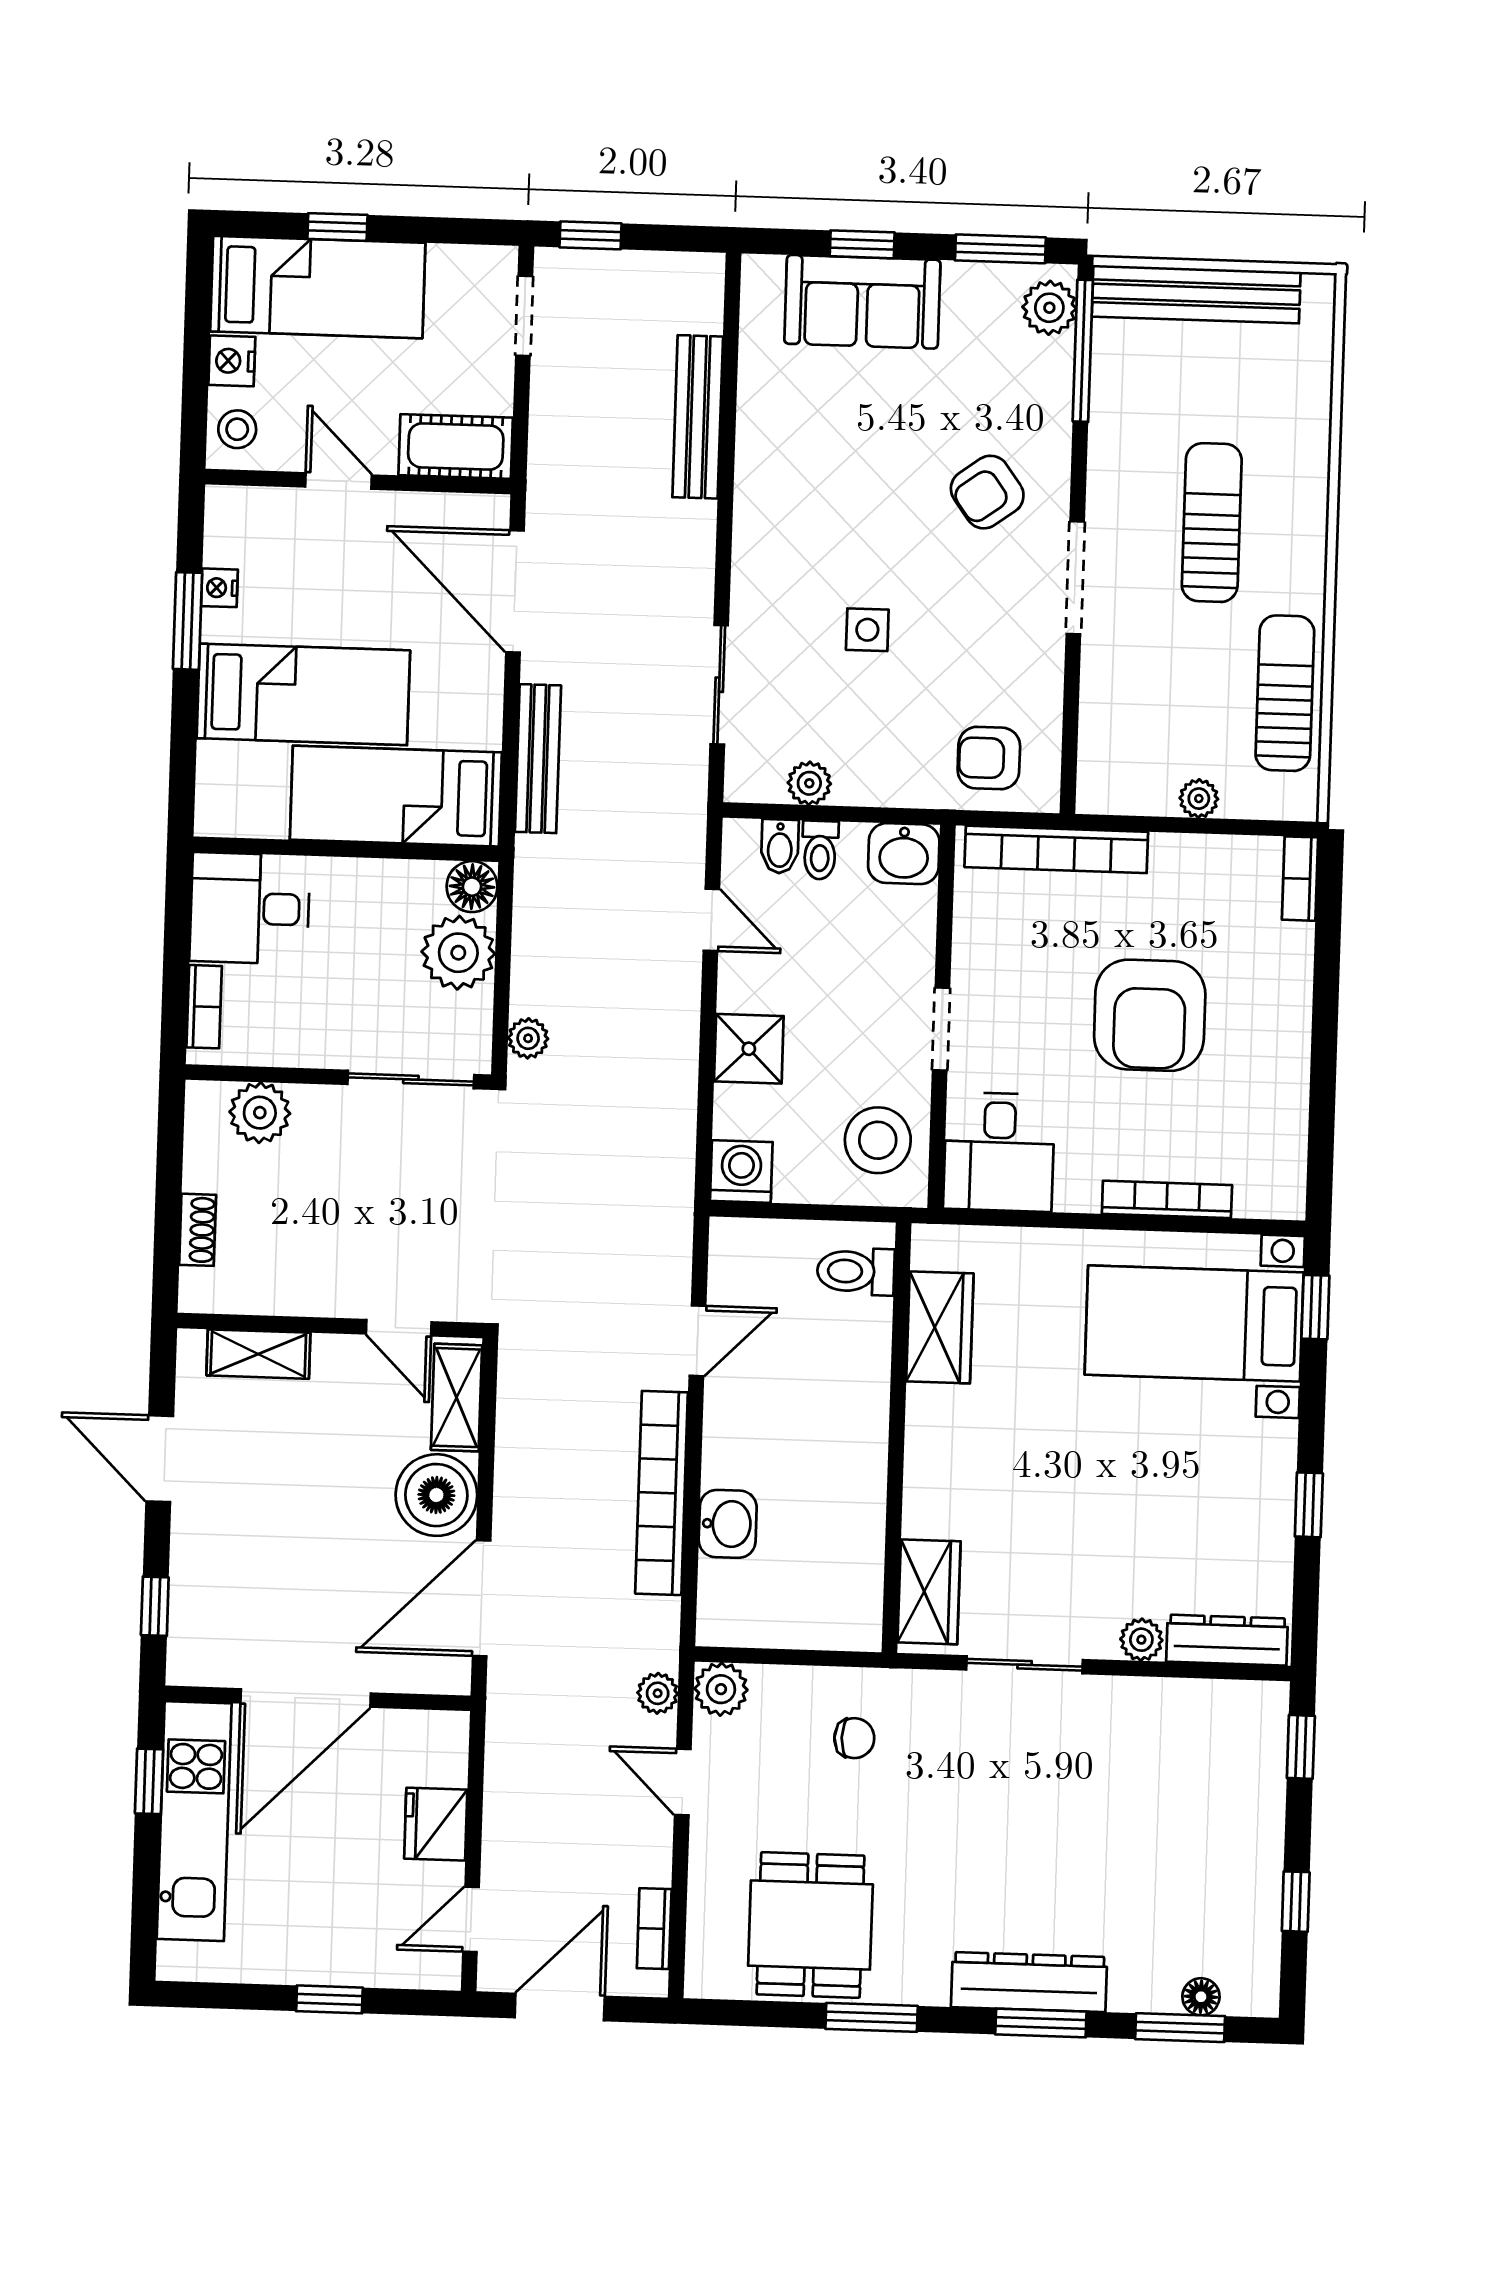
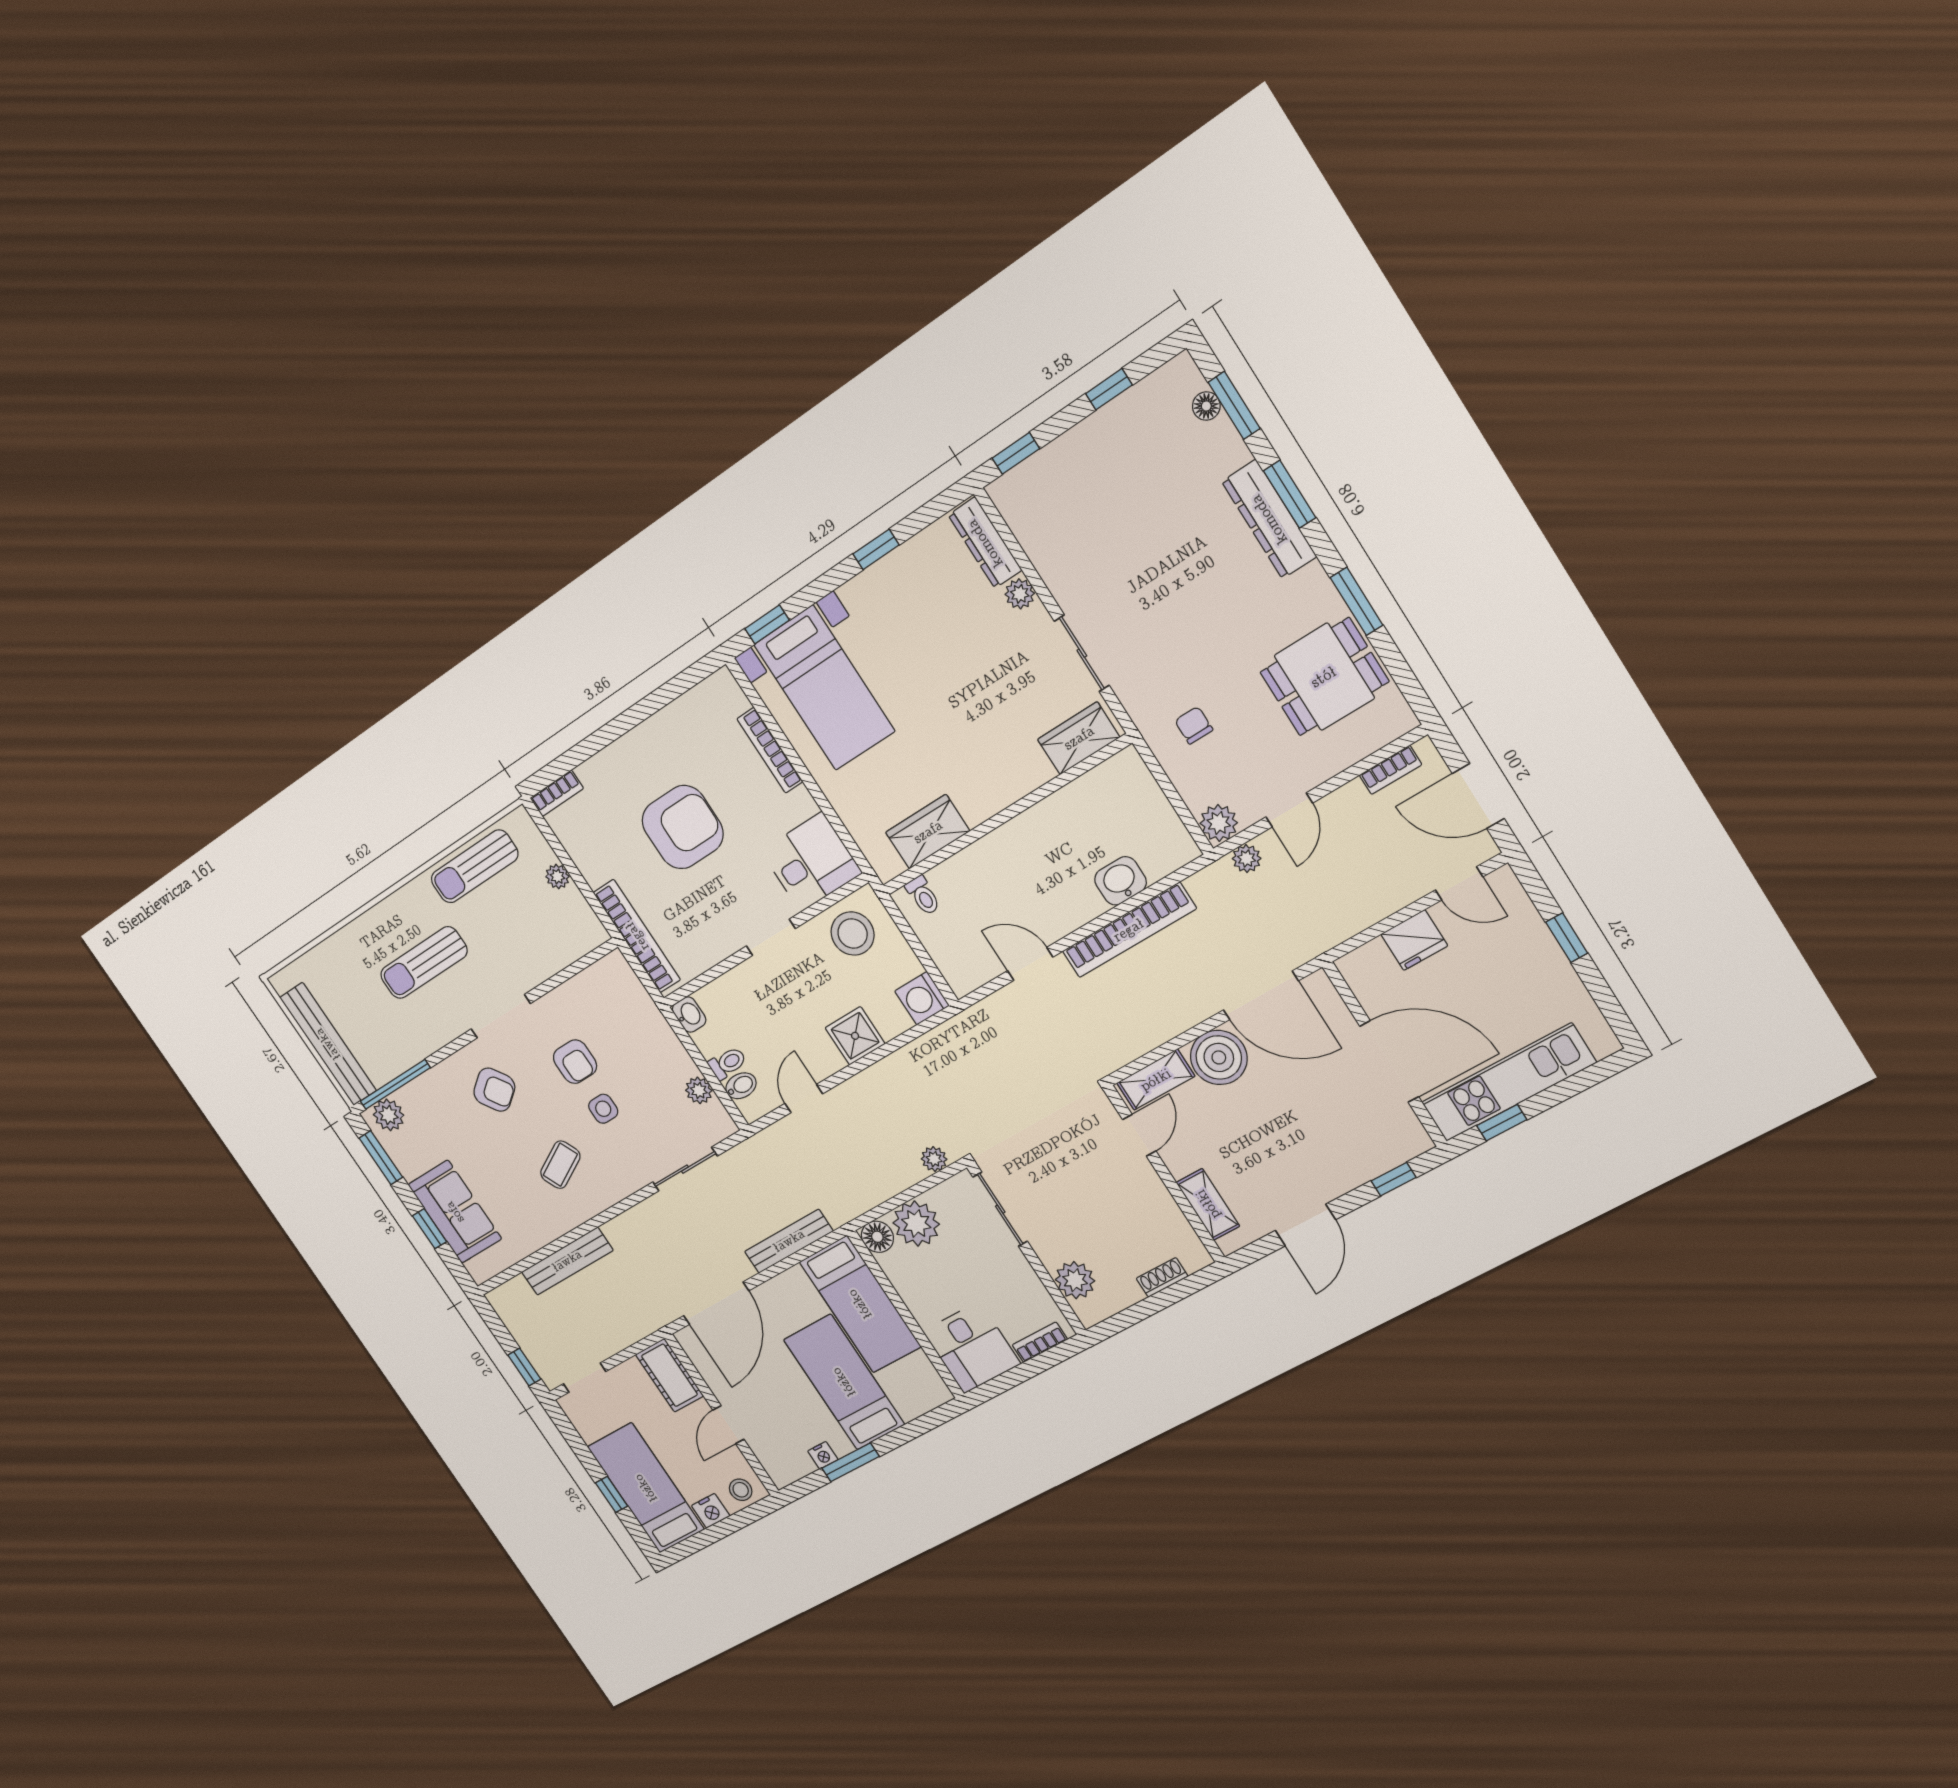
coffee table: (832, 510) -> (560, 1165), added
armchair: (989, 758) -> (575, 1062), moved
washbasin: (904, 854) -> (689, 1015), width x0.72, depth x0.69
toilet: (856, 1271) -> (923, 895), width x0.73, depth x0.72

